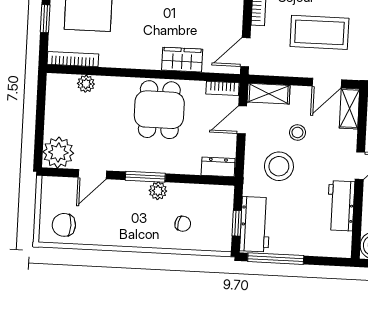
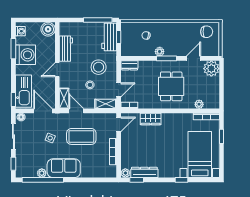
door: (327, 83) -> (76, 111), hinge flipped
dining table: (159, 110) -> (171, 86), moved

